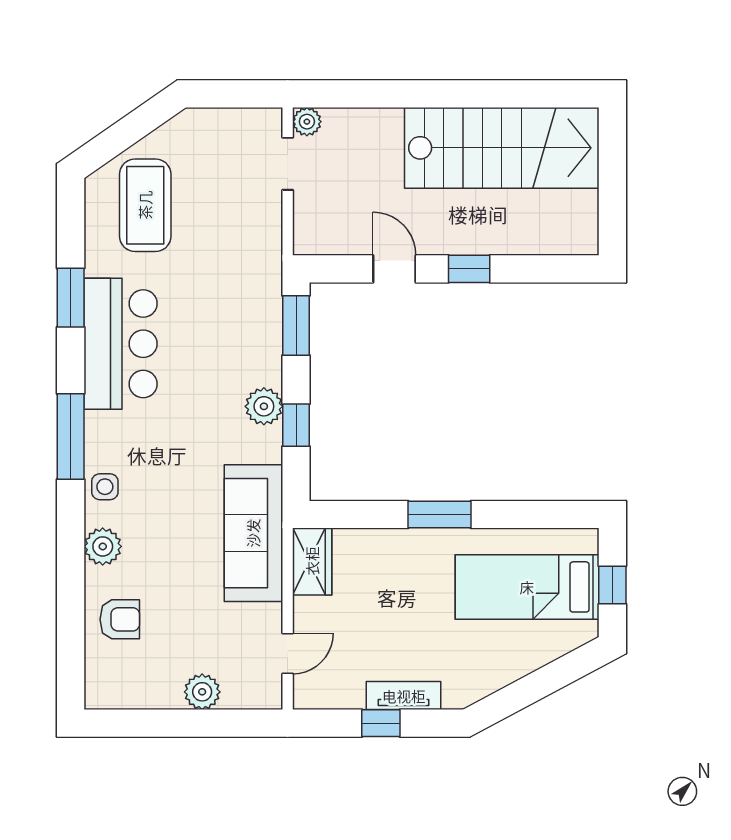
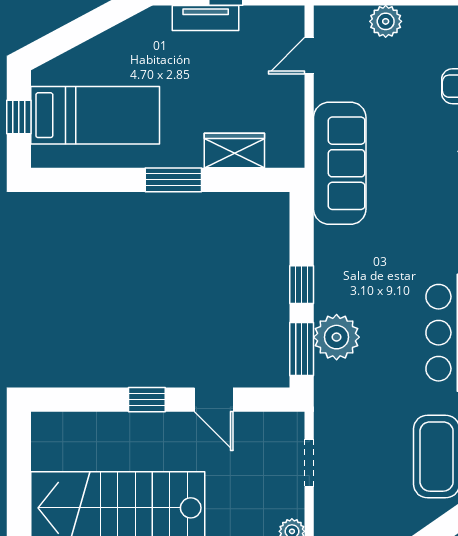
doorway: (288, 164) -> (309, 463), moved
plant: (264, 406) -> (337, 337), moved, width x1.36, depth x1.36
window: (296, 425) -> (302, 285), moved
wardrobe: (312, 561) -> (234, 151), moved, turned 90

